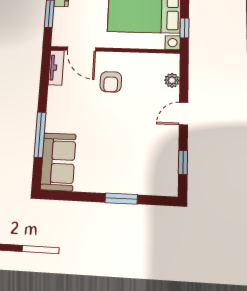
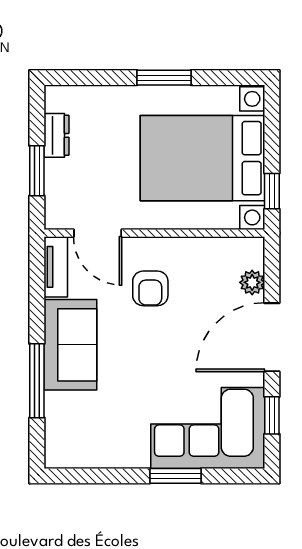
door: (184, 114) -> (272, 337), width x1.88
sofa: (58, 162) -> (70, 345), moved
corner sofa: (143, 169) -> (208, 428), added

